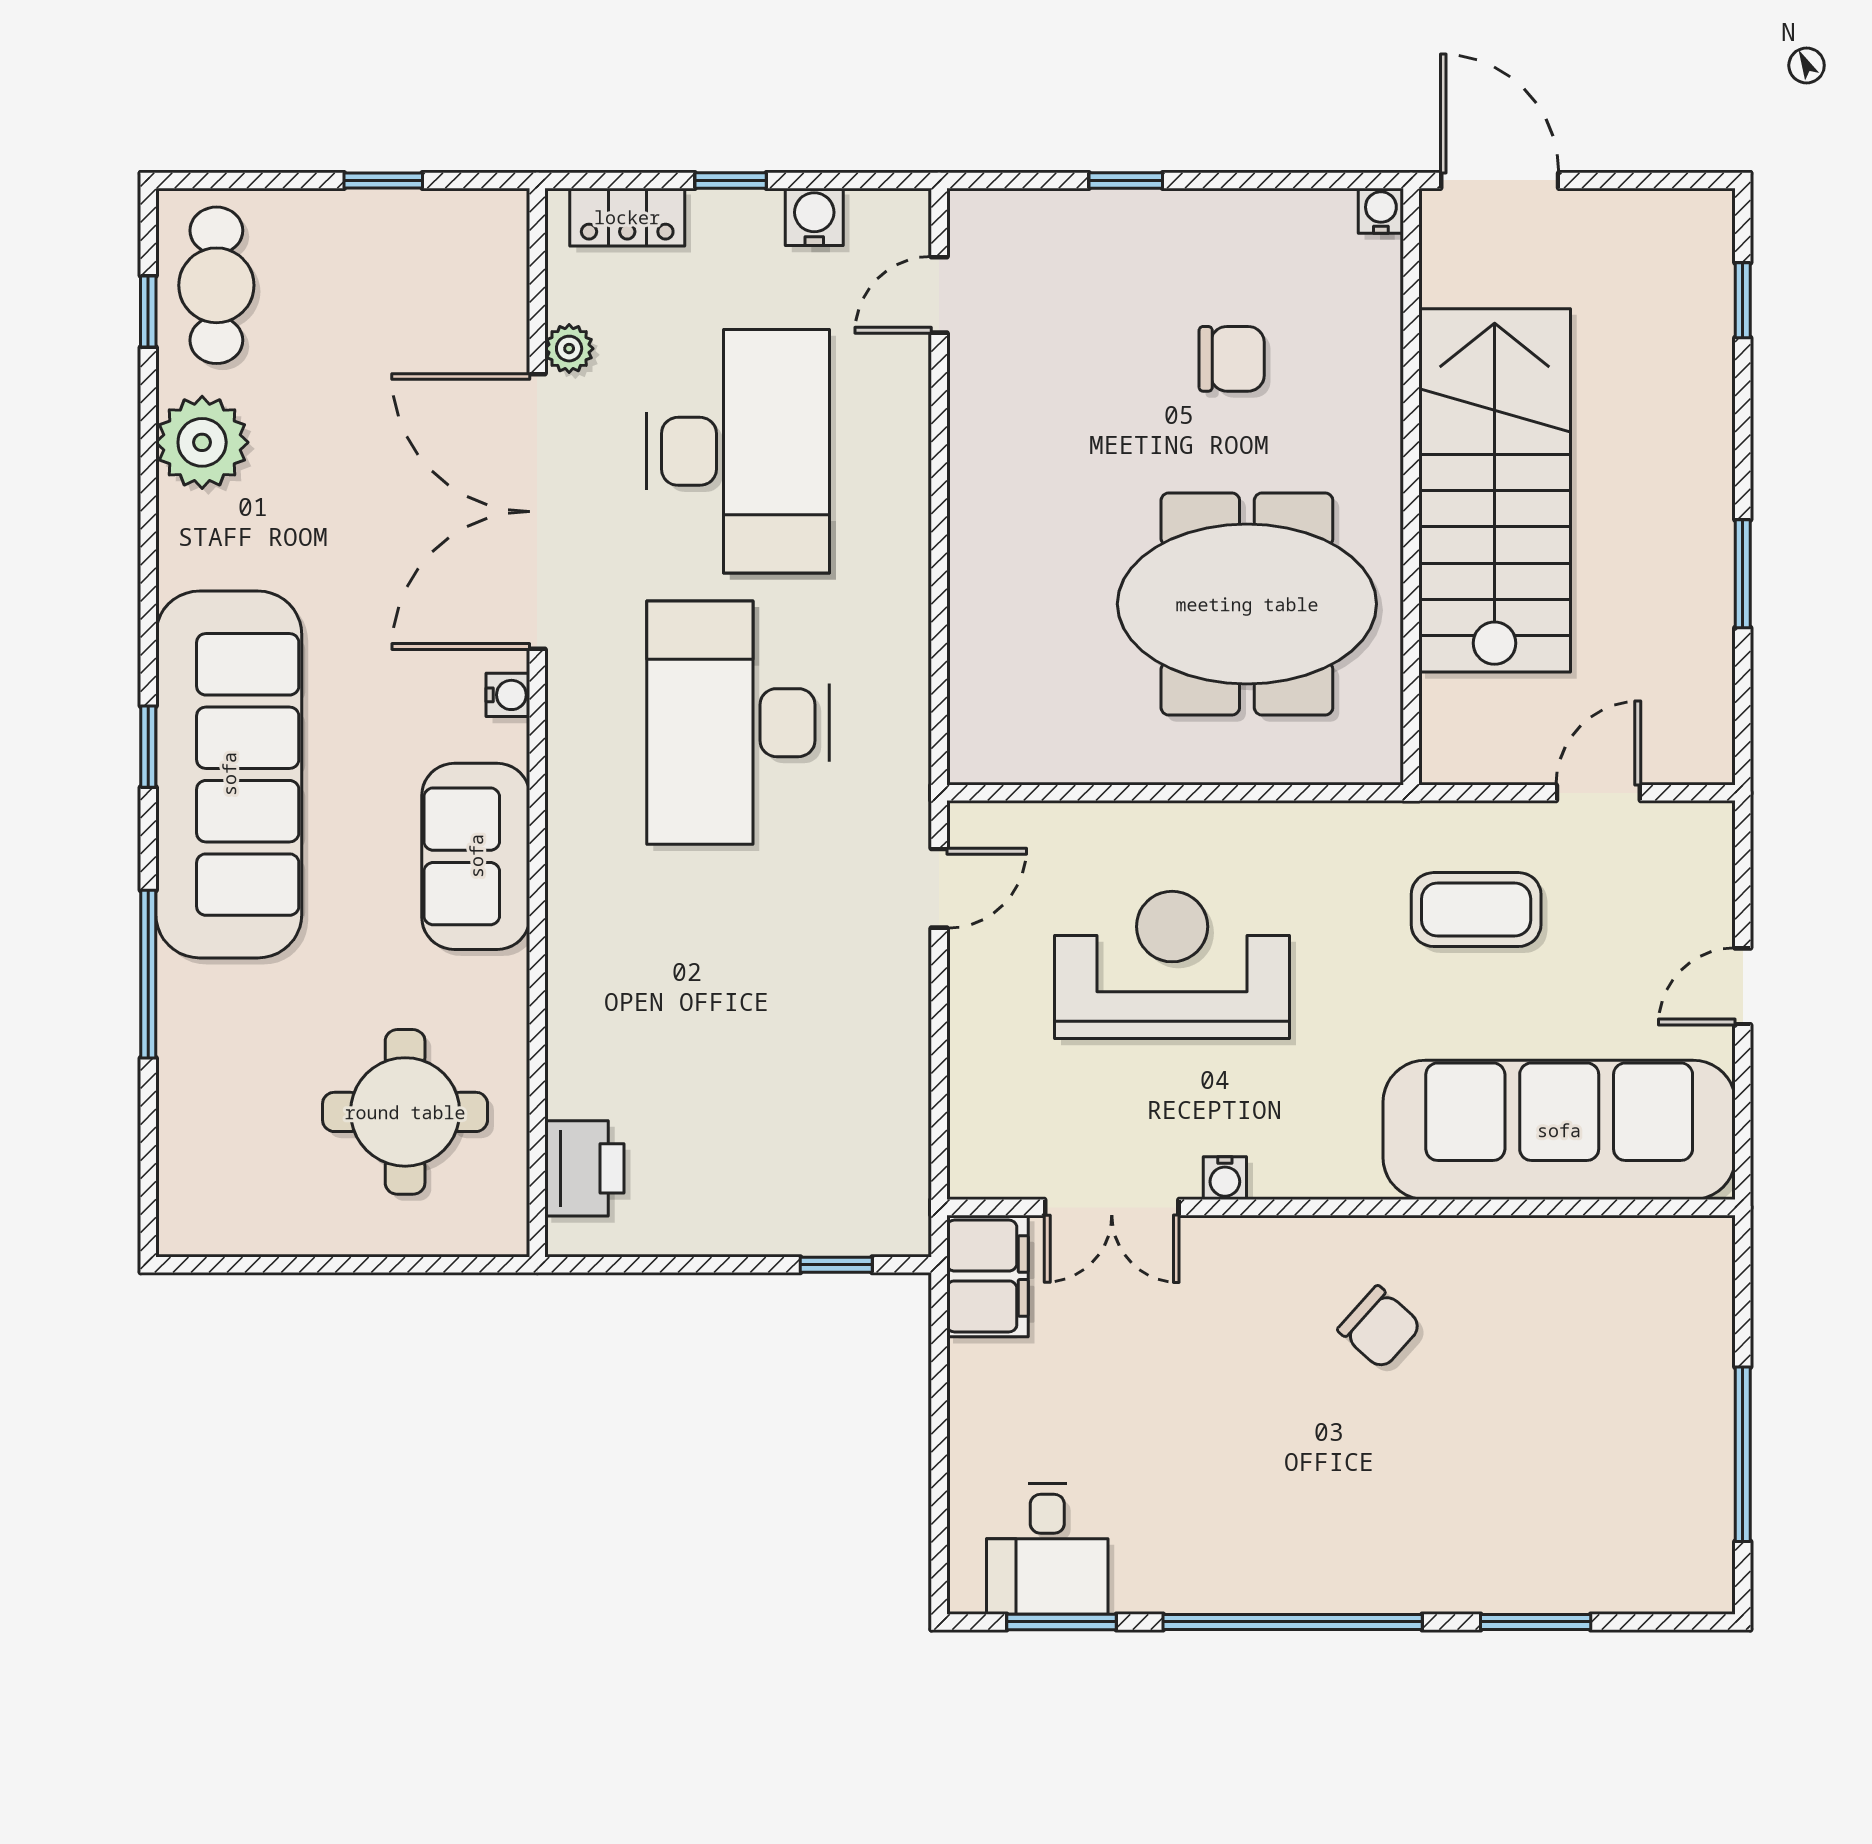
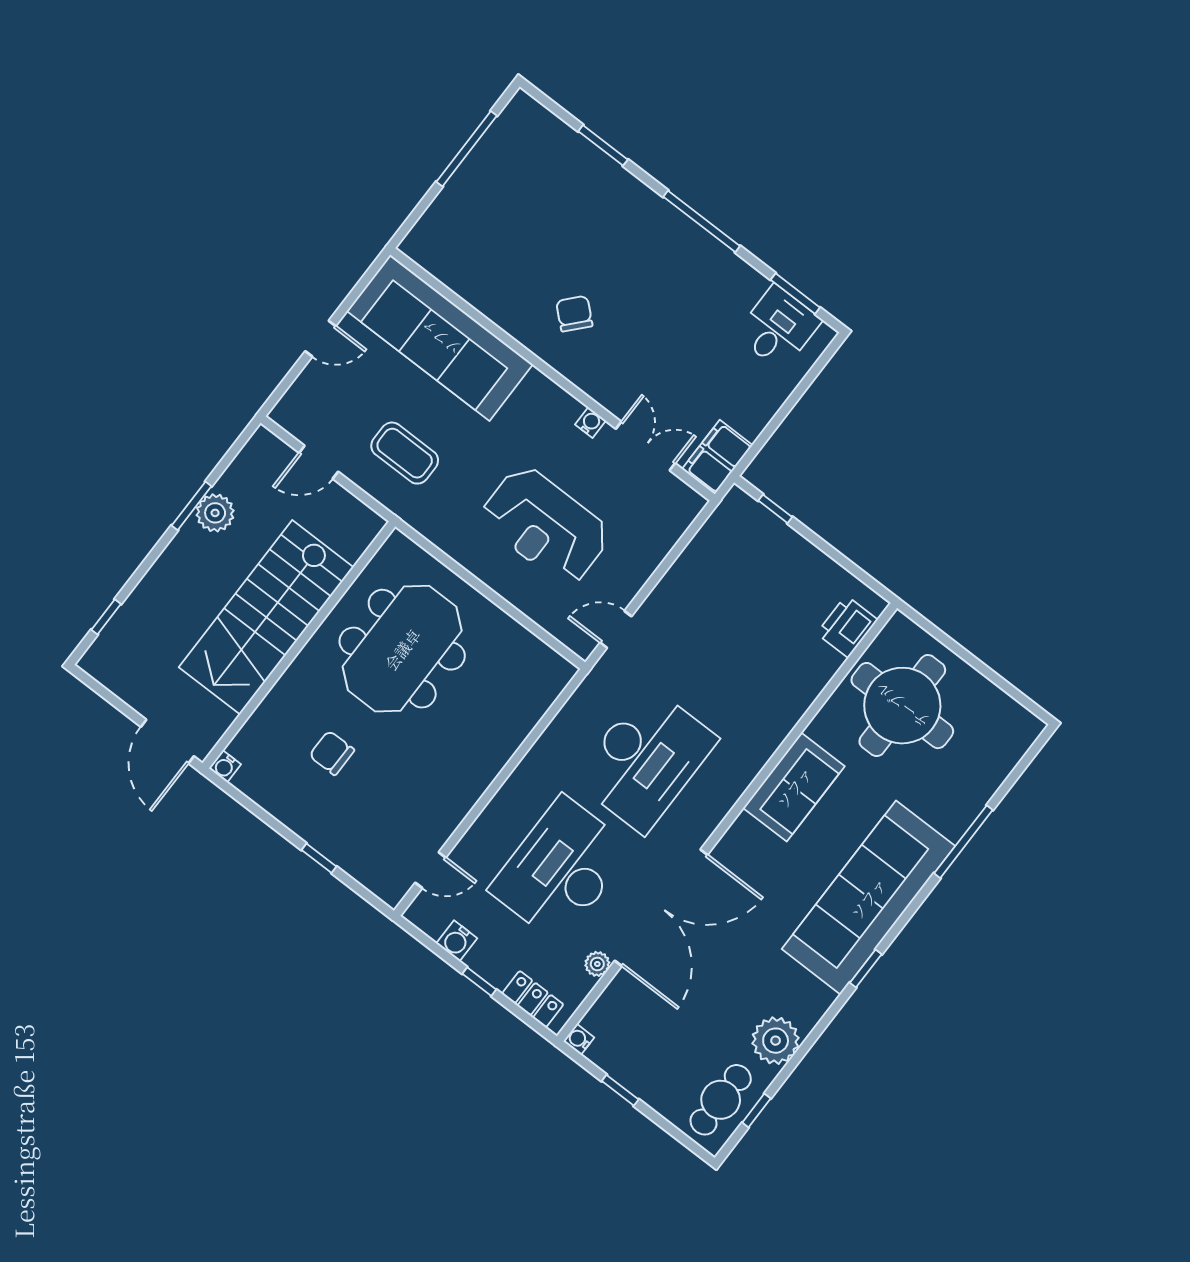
plant: (1698, 591) -> (215, 513), added
meeting table: (1247, 604) -> (402, 649), turned 90
water cooler: (508, 695) -> (579, 1039), moved
window: (148, 747) -> (866, 969), moved
round table: (405, 1112) -> (902, 706), width x1.36, depth x1.36
window: (1293, 1622) -> (702, 221), width x0.68

